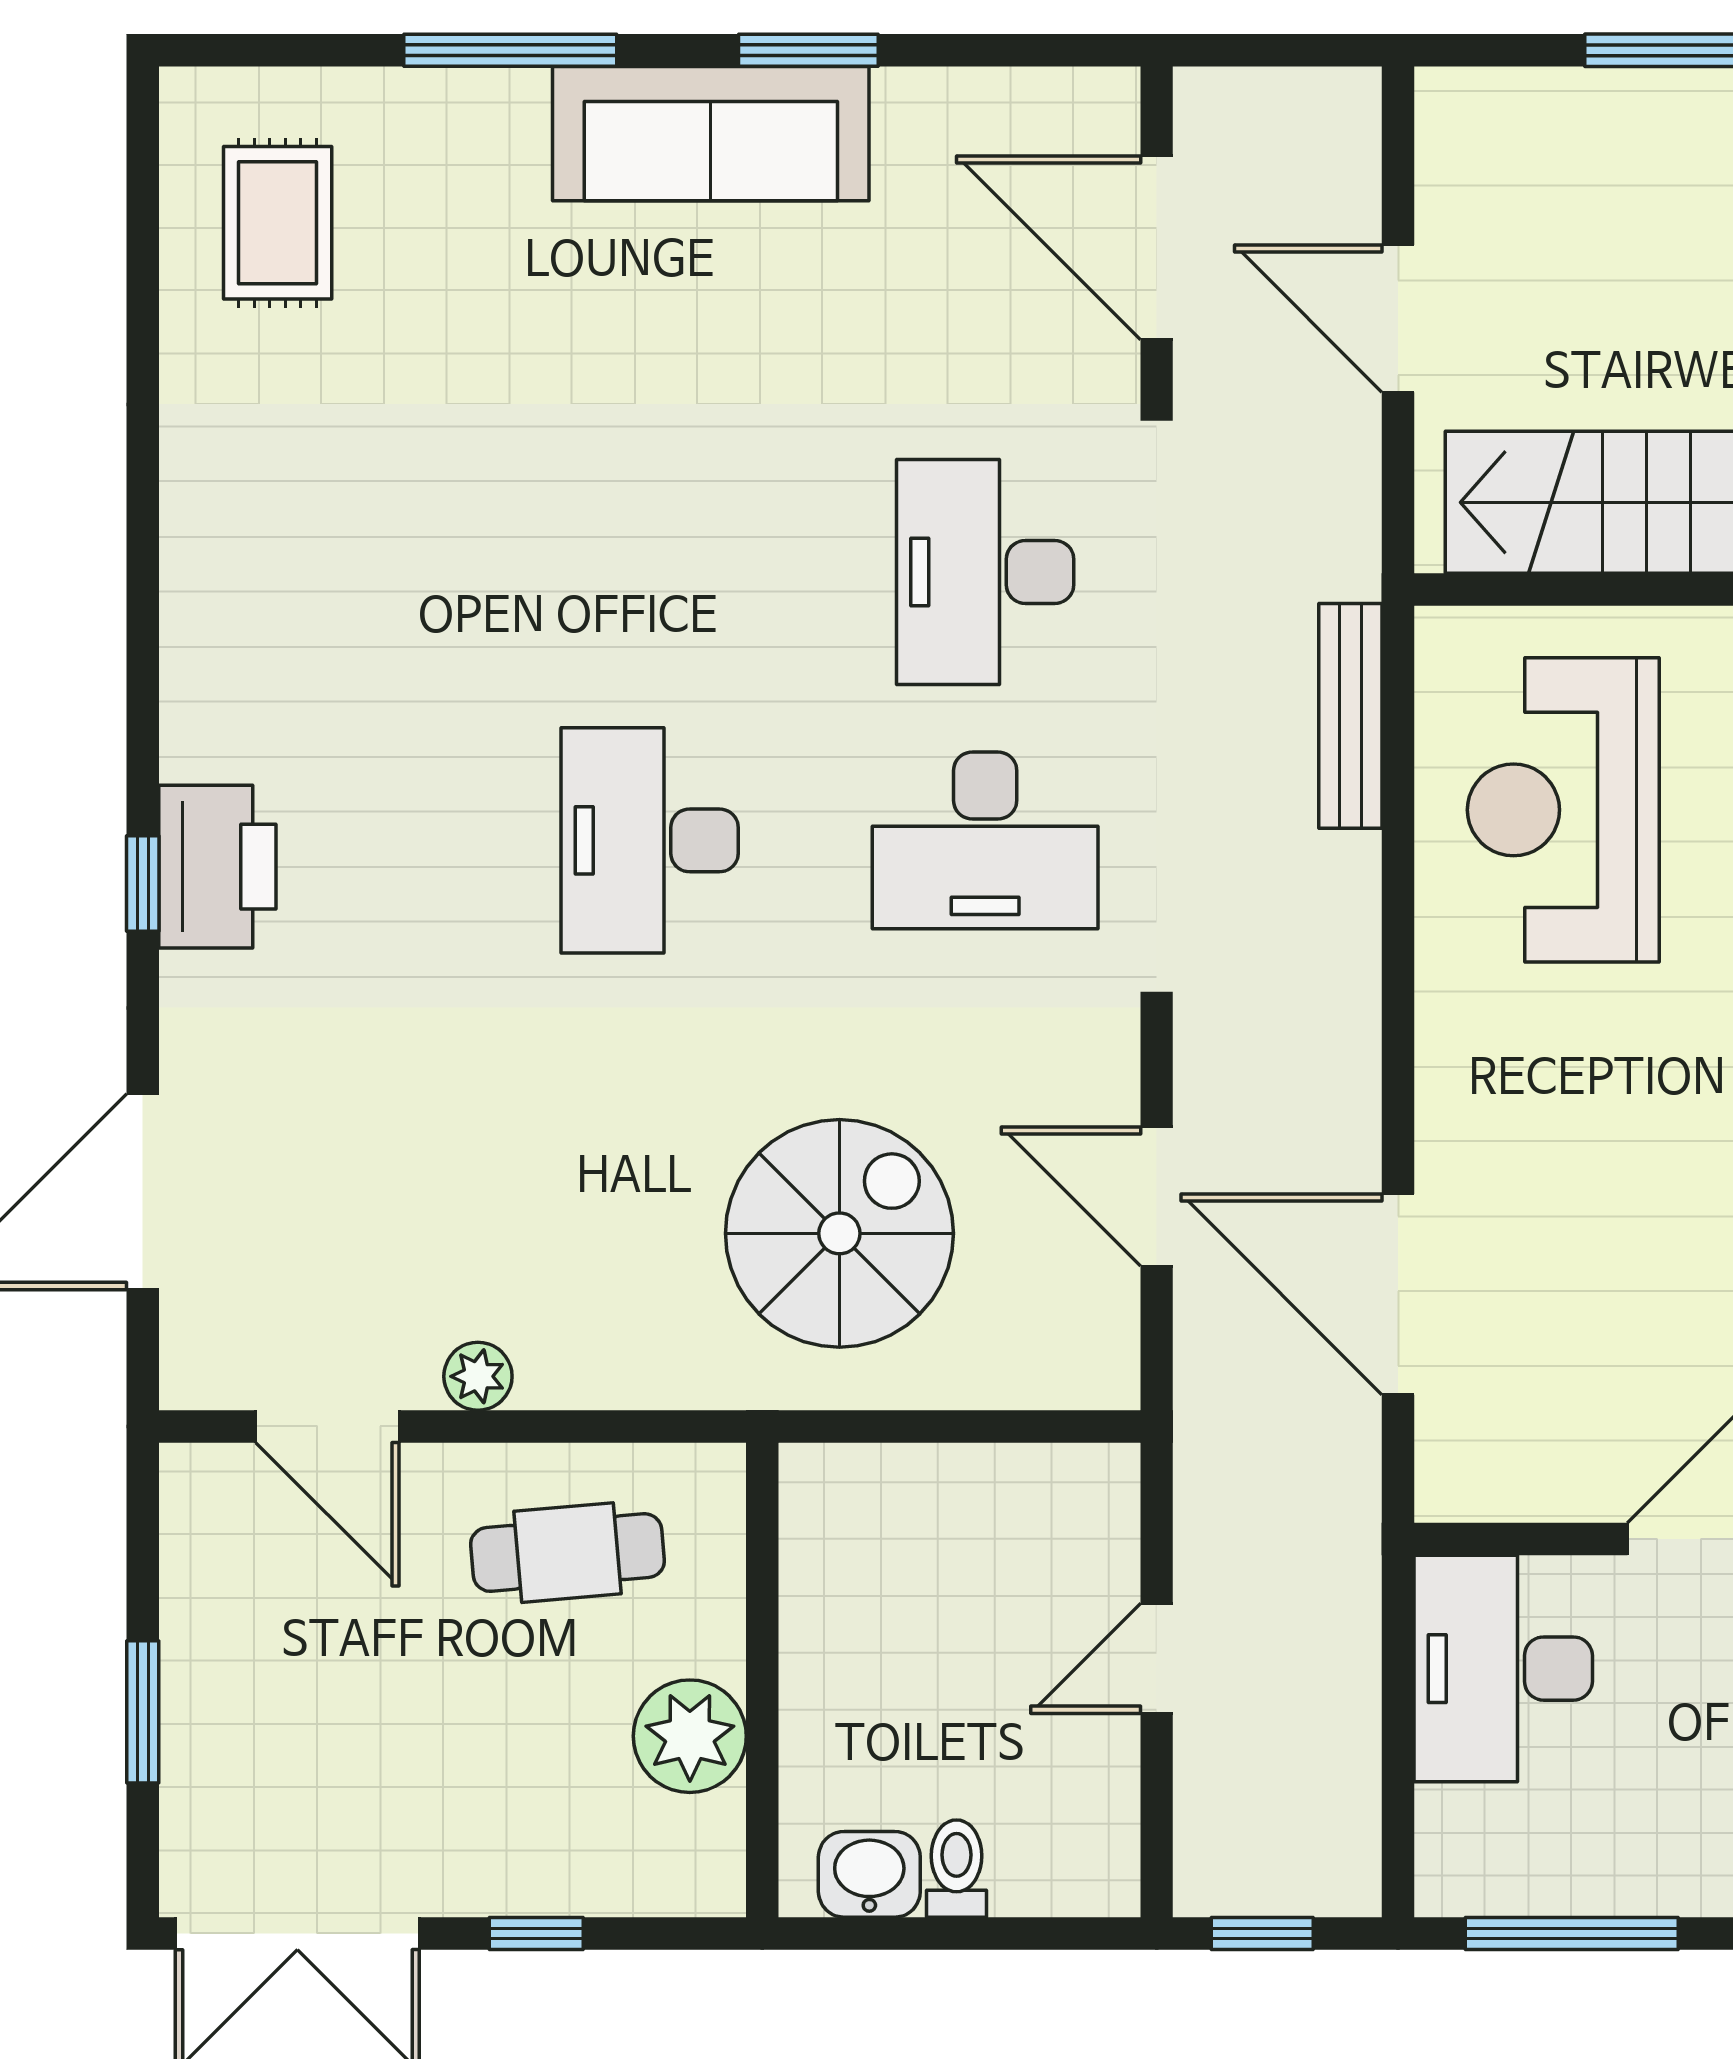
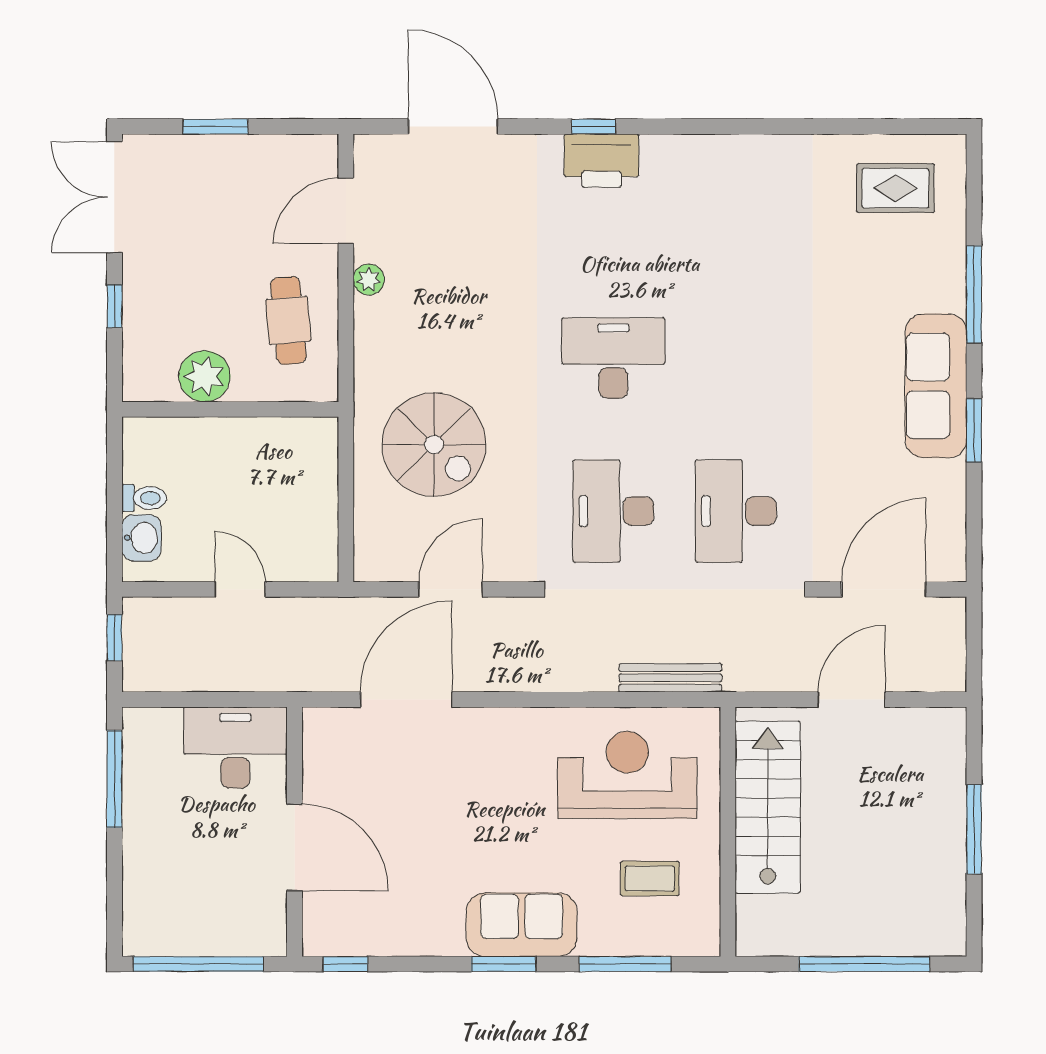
desk: (985, 572) -> (736, 511), turned -90
washbasin: (869, 1874) -> (141, 538), moved

